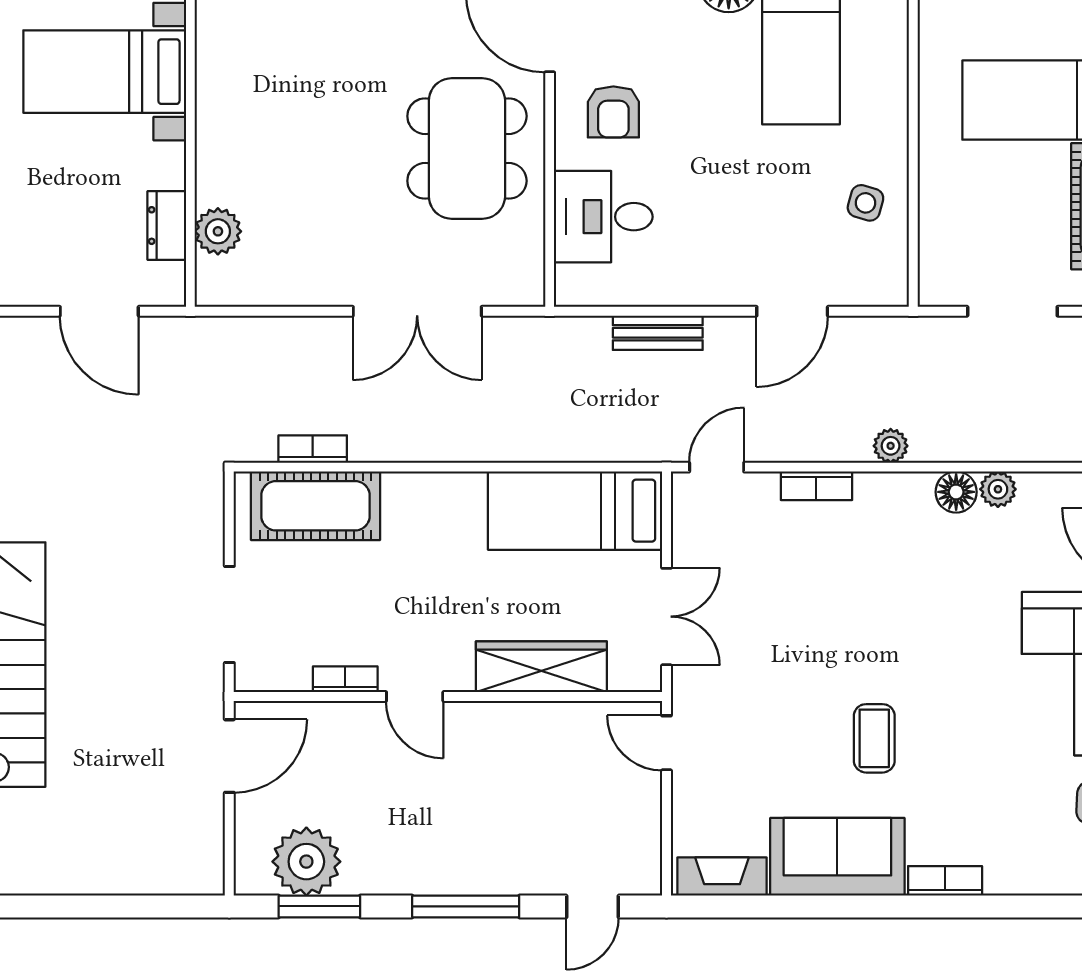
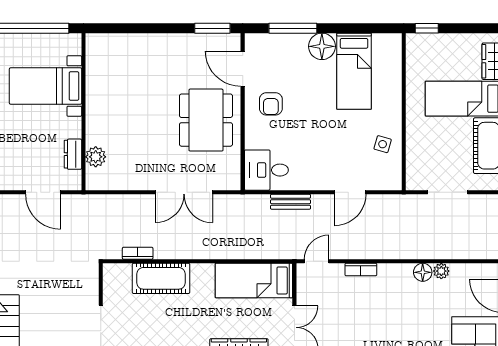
desk: (603, 217) -> (266, 170), moved
plant: (891, 446) -> (394, 252), removed
cot: (315, 506) -> (161, 278), moved

